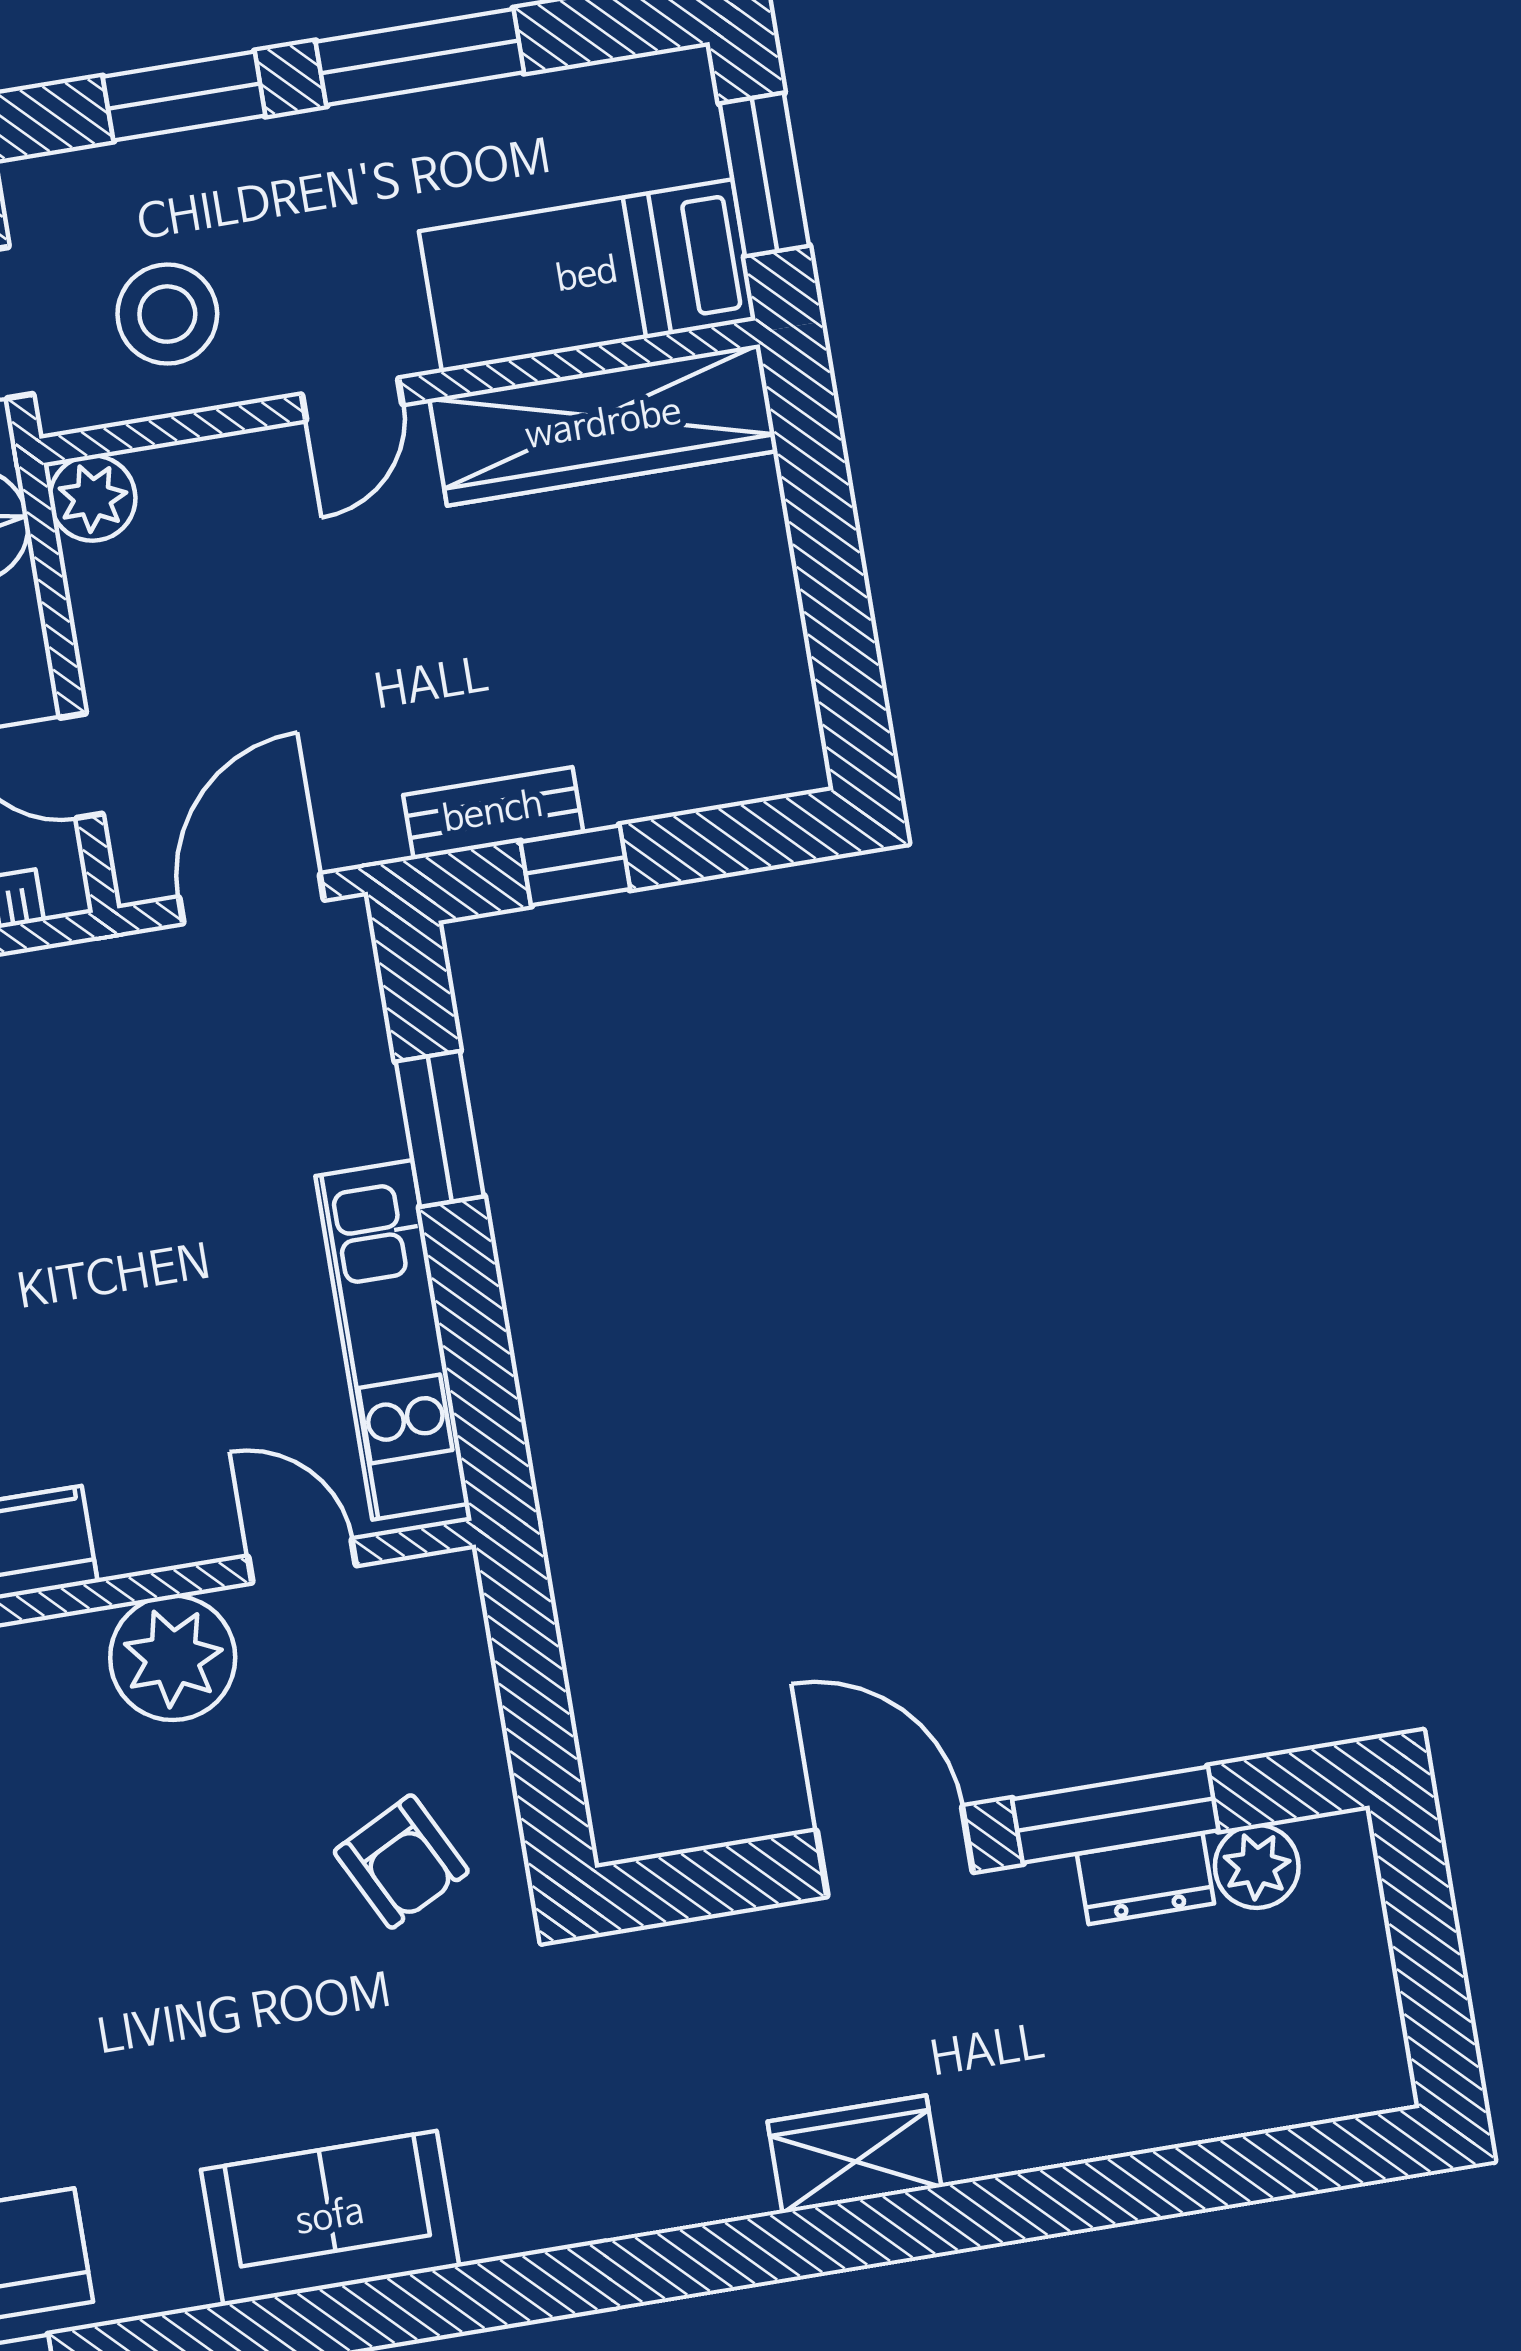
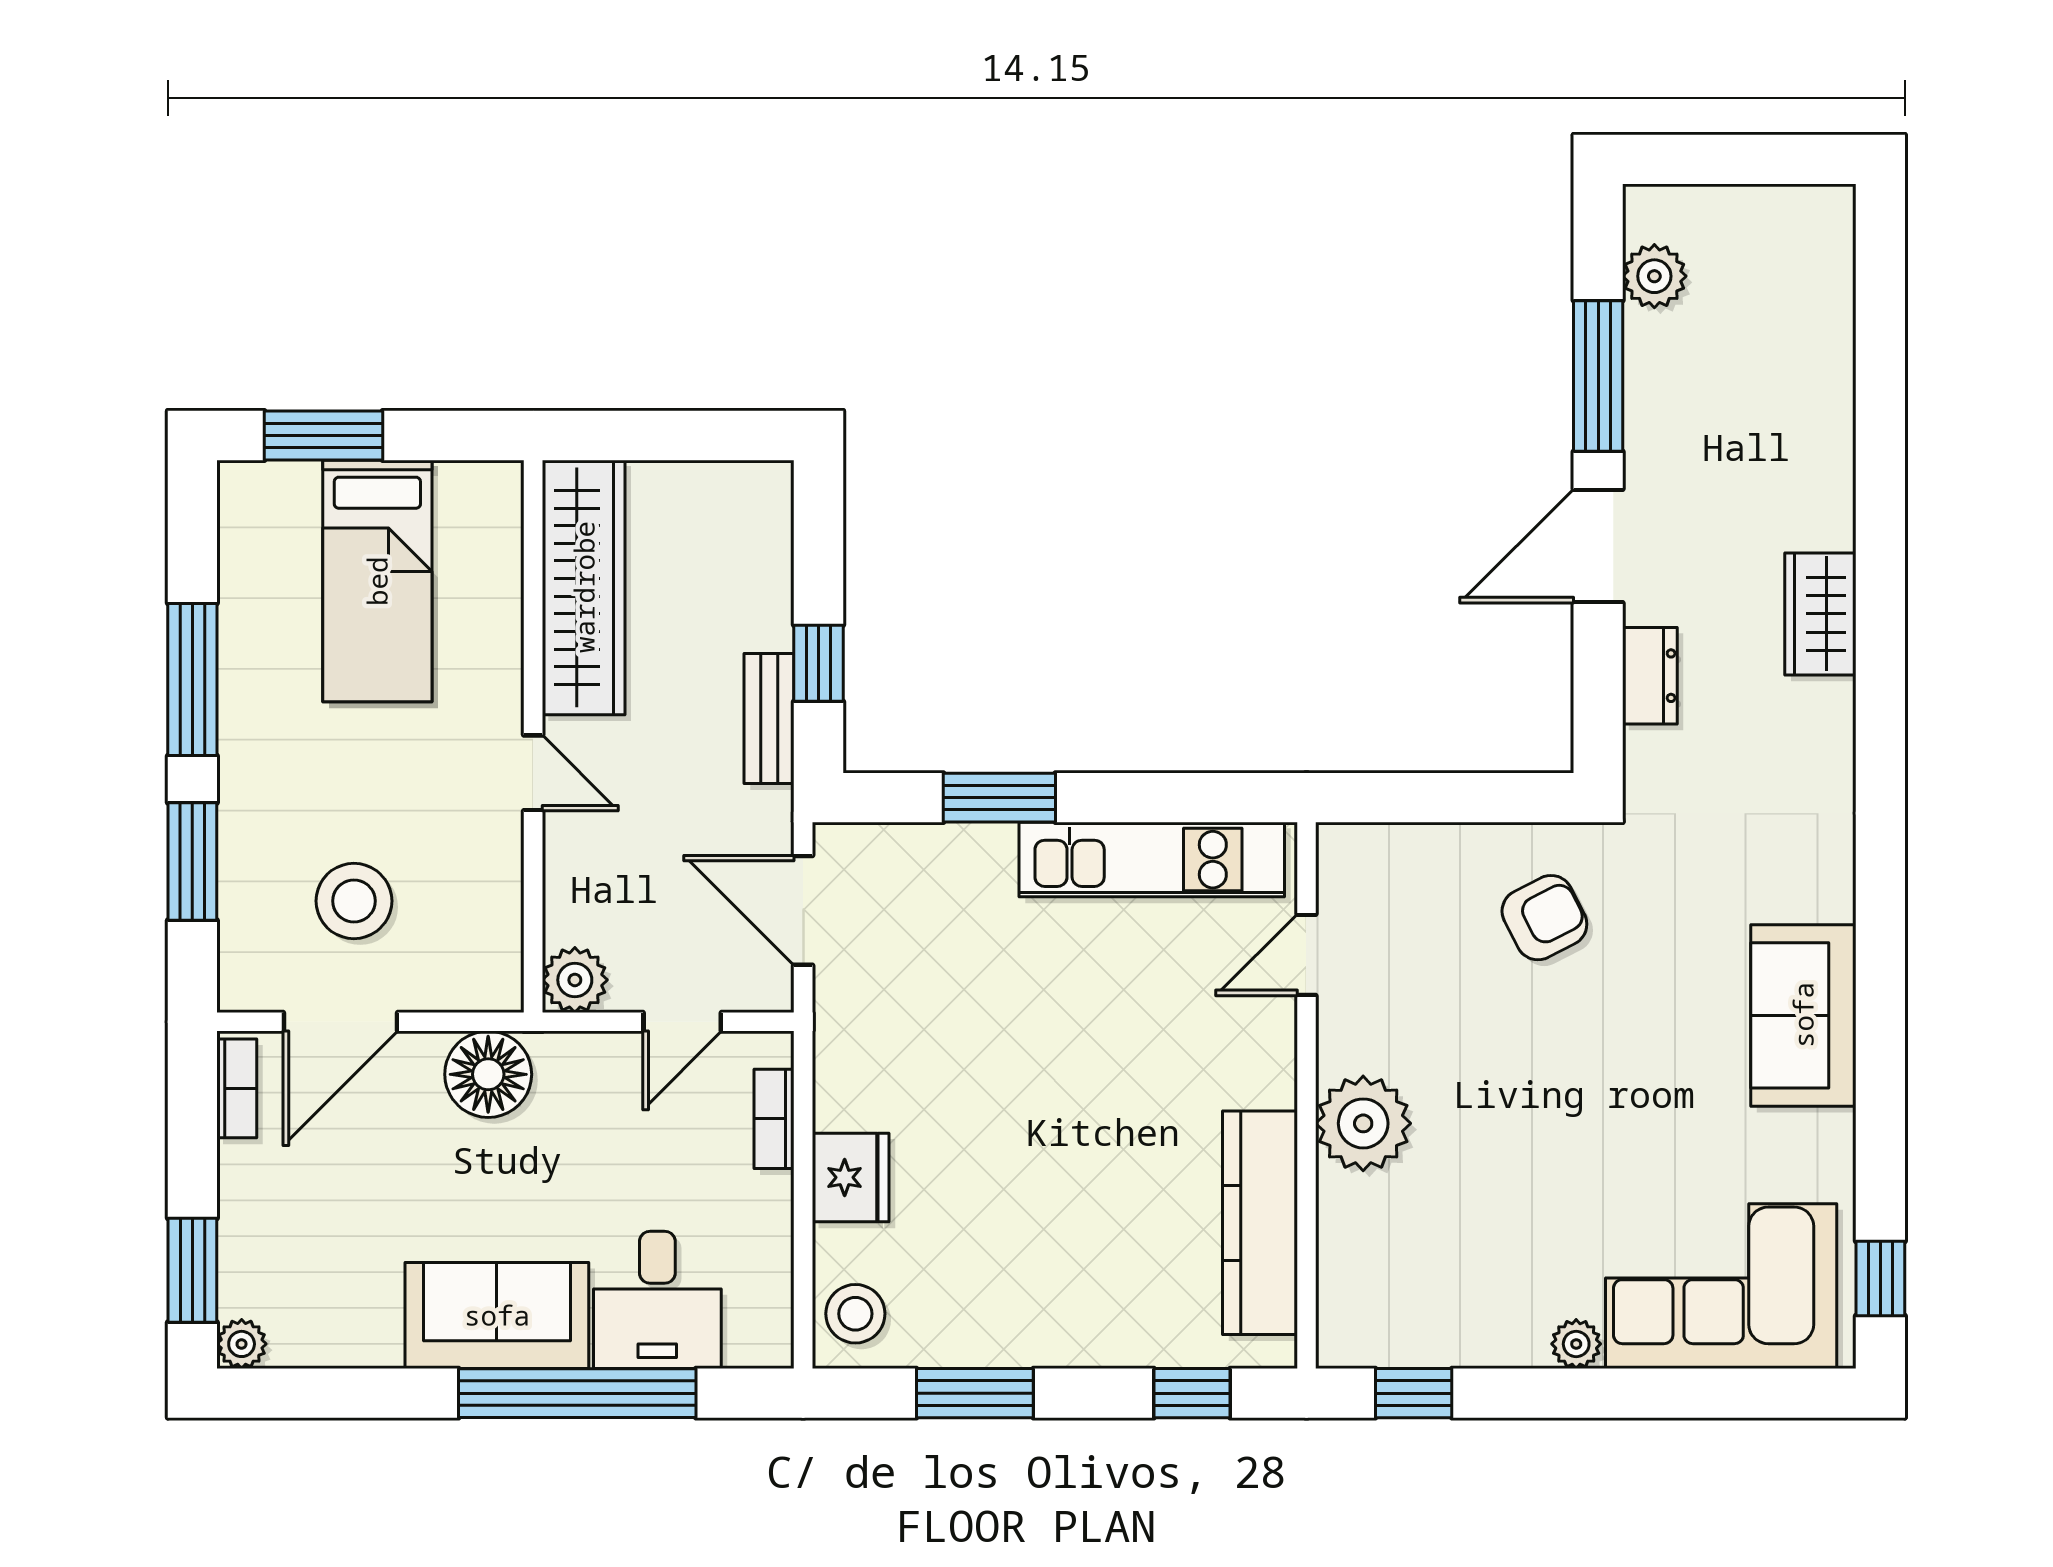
wall: (400, 392) -> (533, 736), moved
door: (352, 399) -> (533, 773), moved
wardrobe: (603, 425) -> (584, 587), moved
plant: (93, 498) -> (575, 980), moved
plant: (173, 1658) -> (1363, 1123), moved
dresser: (1146, 1879) -> (1650, 676), moved

